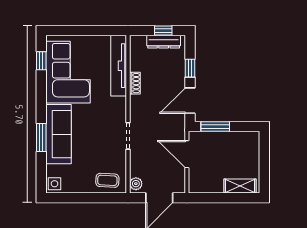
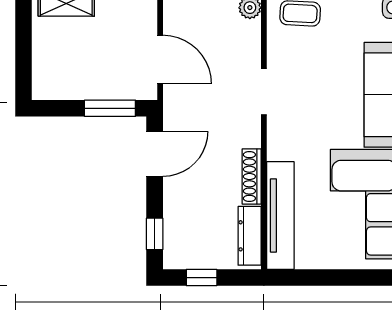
dresser: (164, 42) -> (250, 236), moved, turned -90
window: (190, 68) -> (155, 234), moved
shoe rack: (135, 83) -> (252, 177), width x1.43

